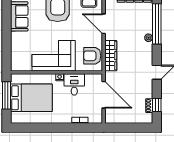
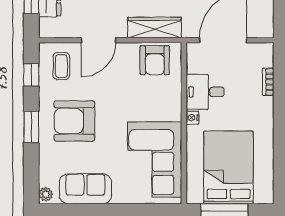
corner sofa: (54, 56) -> (155, 159), moved

